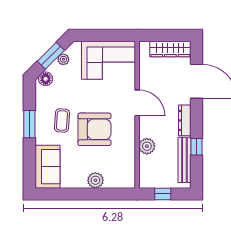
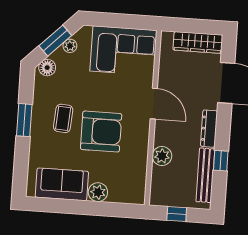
sofa: (48, 167) -> (62, 184), moved, turned -90

